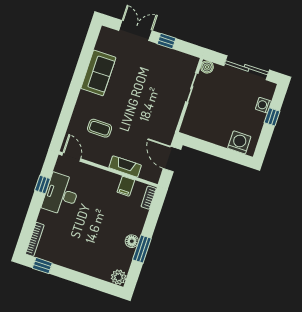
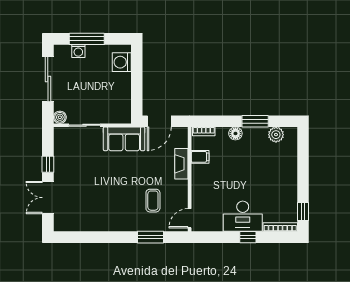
sofa: (98, 73) -> (124, 139), moved, turned 180
window: (66, 114) -> (151, 237), added
window: (272, 117) -> (87, 39), width x2.17
window: (43, 184) -> (248, 237), moved
desk: (61, 194) -> (243, 216), moved
floor lamp: (132, 241) -> (235, 133), moved
plant: (119, 277) -> (276, 135), moved

